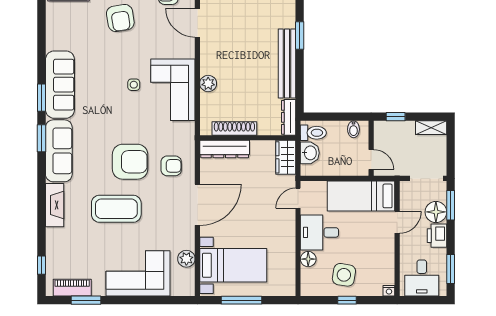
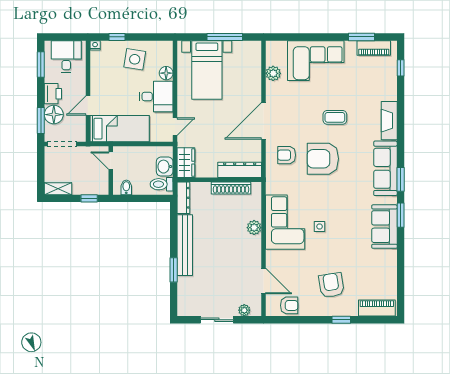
sofa: (60, 85) -> (384, 227), width x0.73
coffee table: (116, 209) -> (335, 117), width x0.54, depth x0.58
bed with nightstands: (233, 265) -> (207, 70), moved, turned -90
window: (347, 300) -> (117, 37), moved

